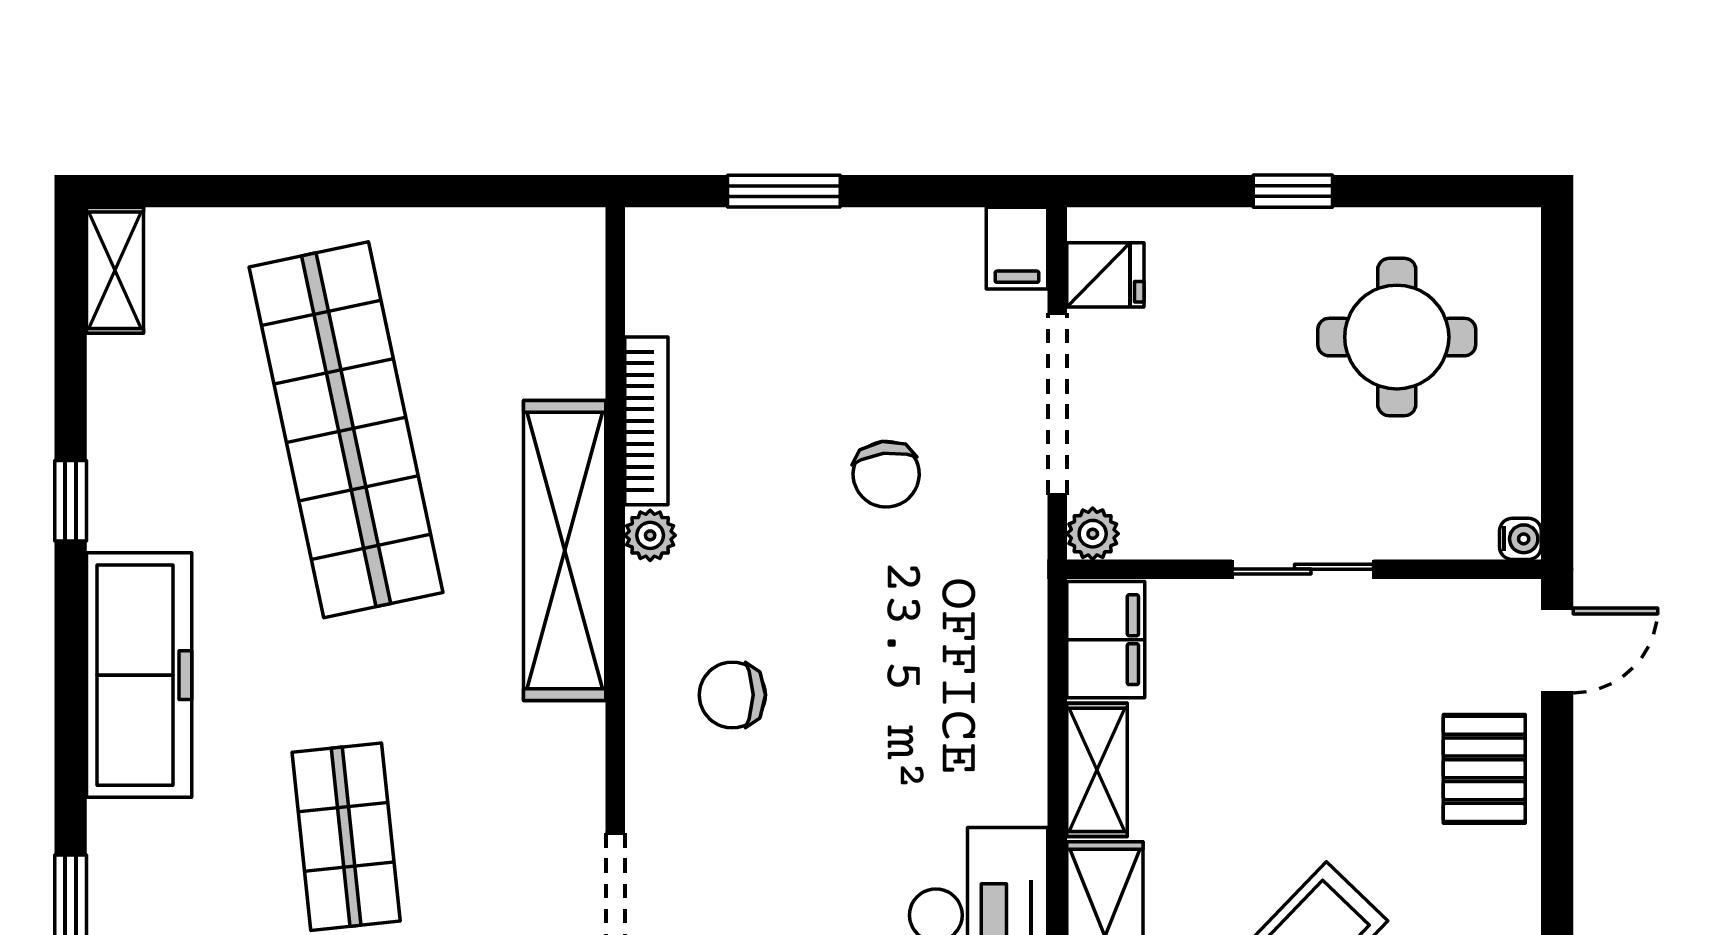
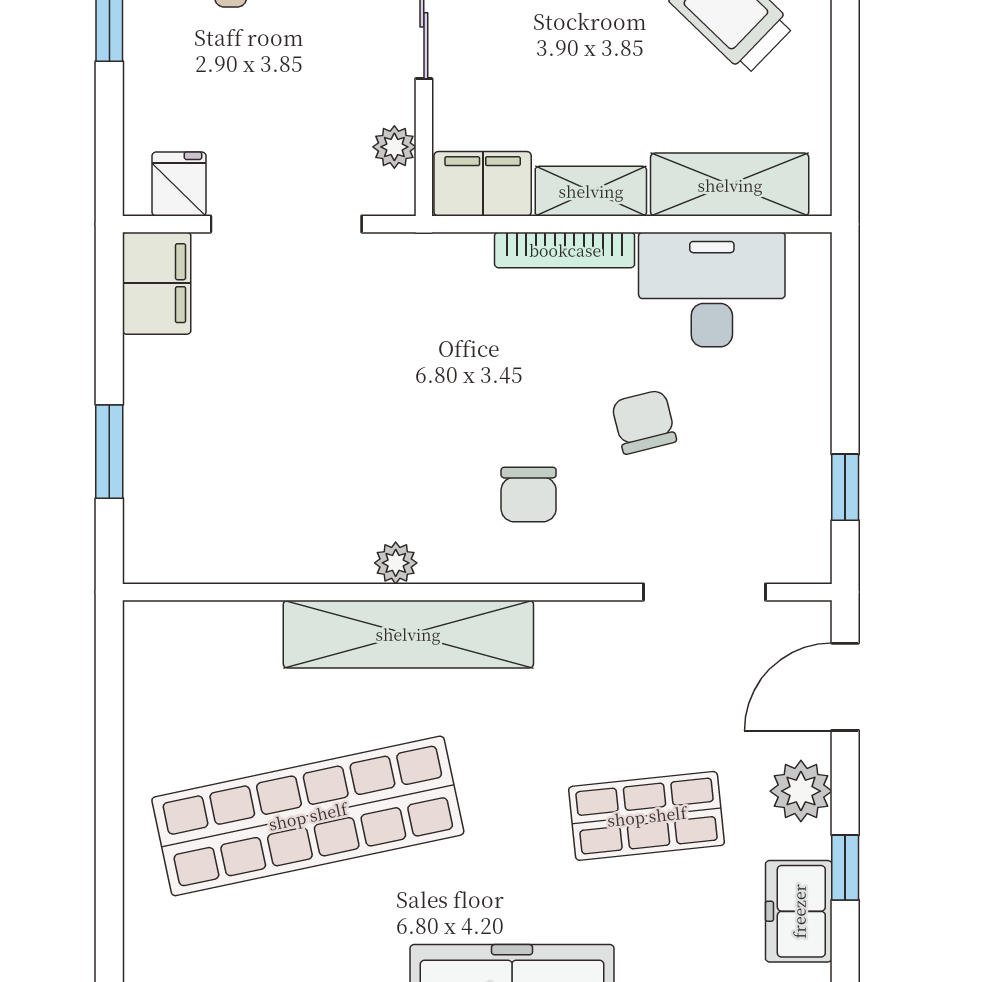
filing cabinet: (1017, 248) -> (157, 283), width x2.00
bookcase: (646, 421) -> (565, 250), moved, turned 180
chair: (886, 474) -> (644, 422), moved, turned -97
plant: (1093, 534) -> (394, 147), moved

